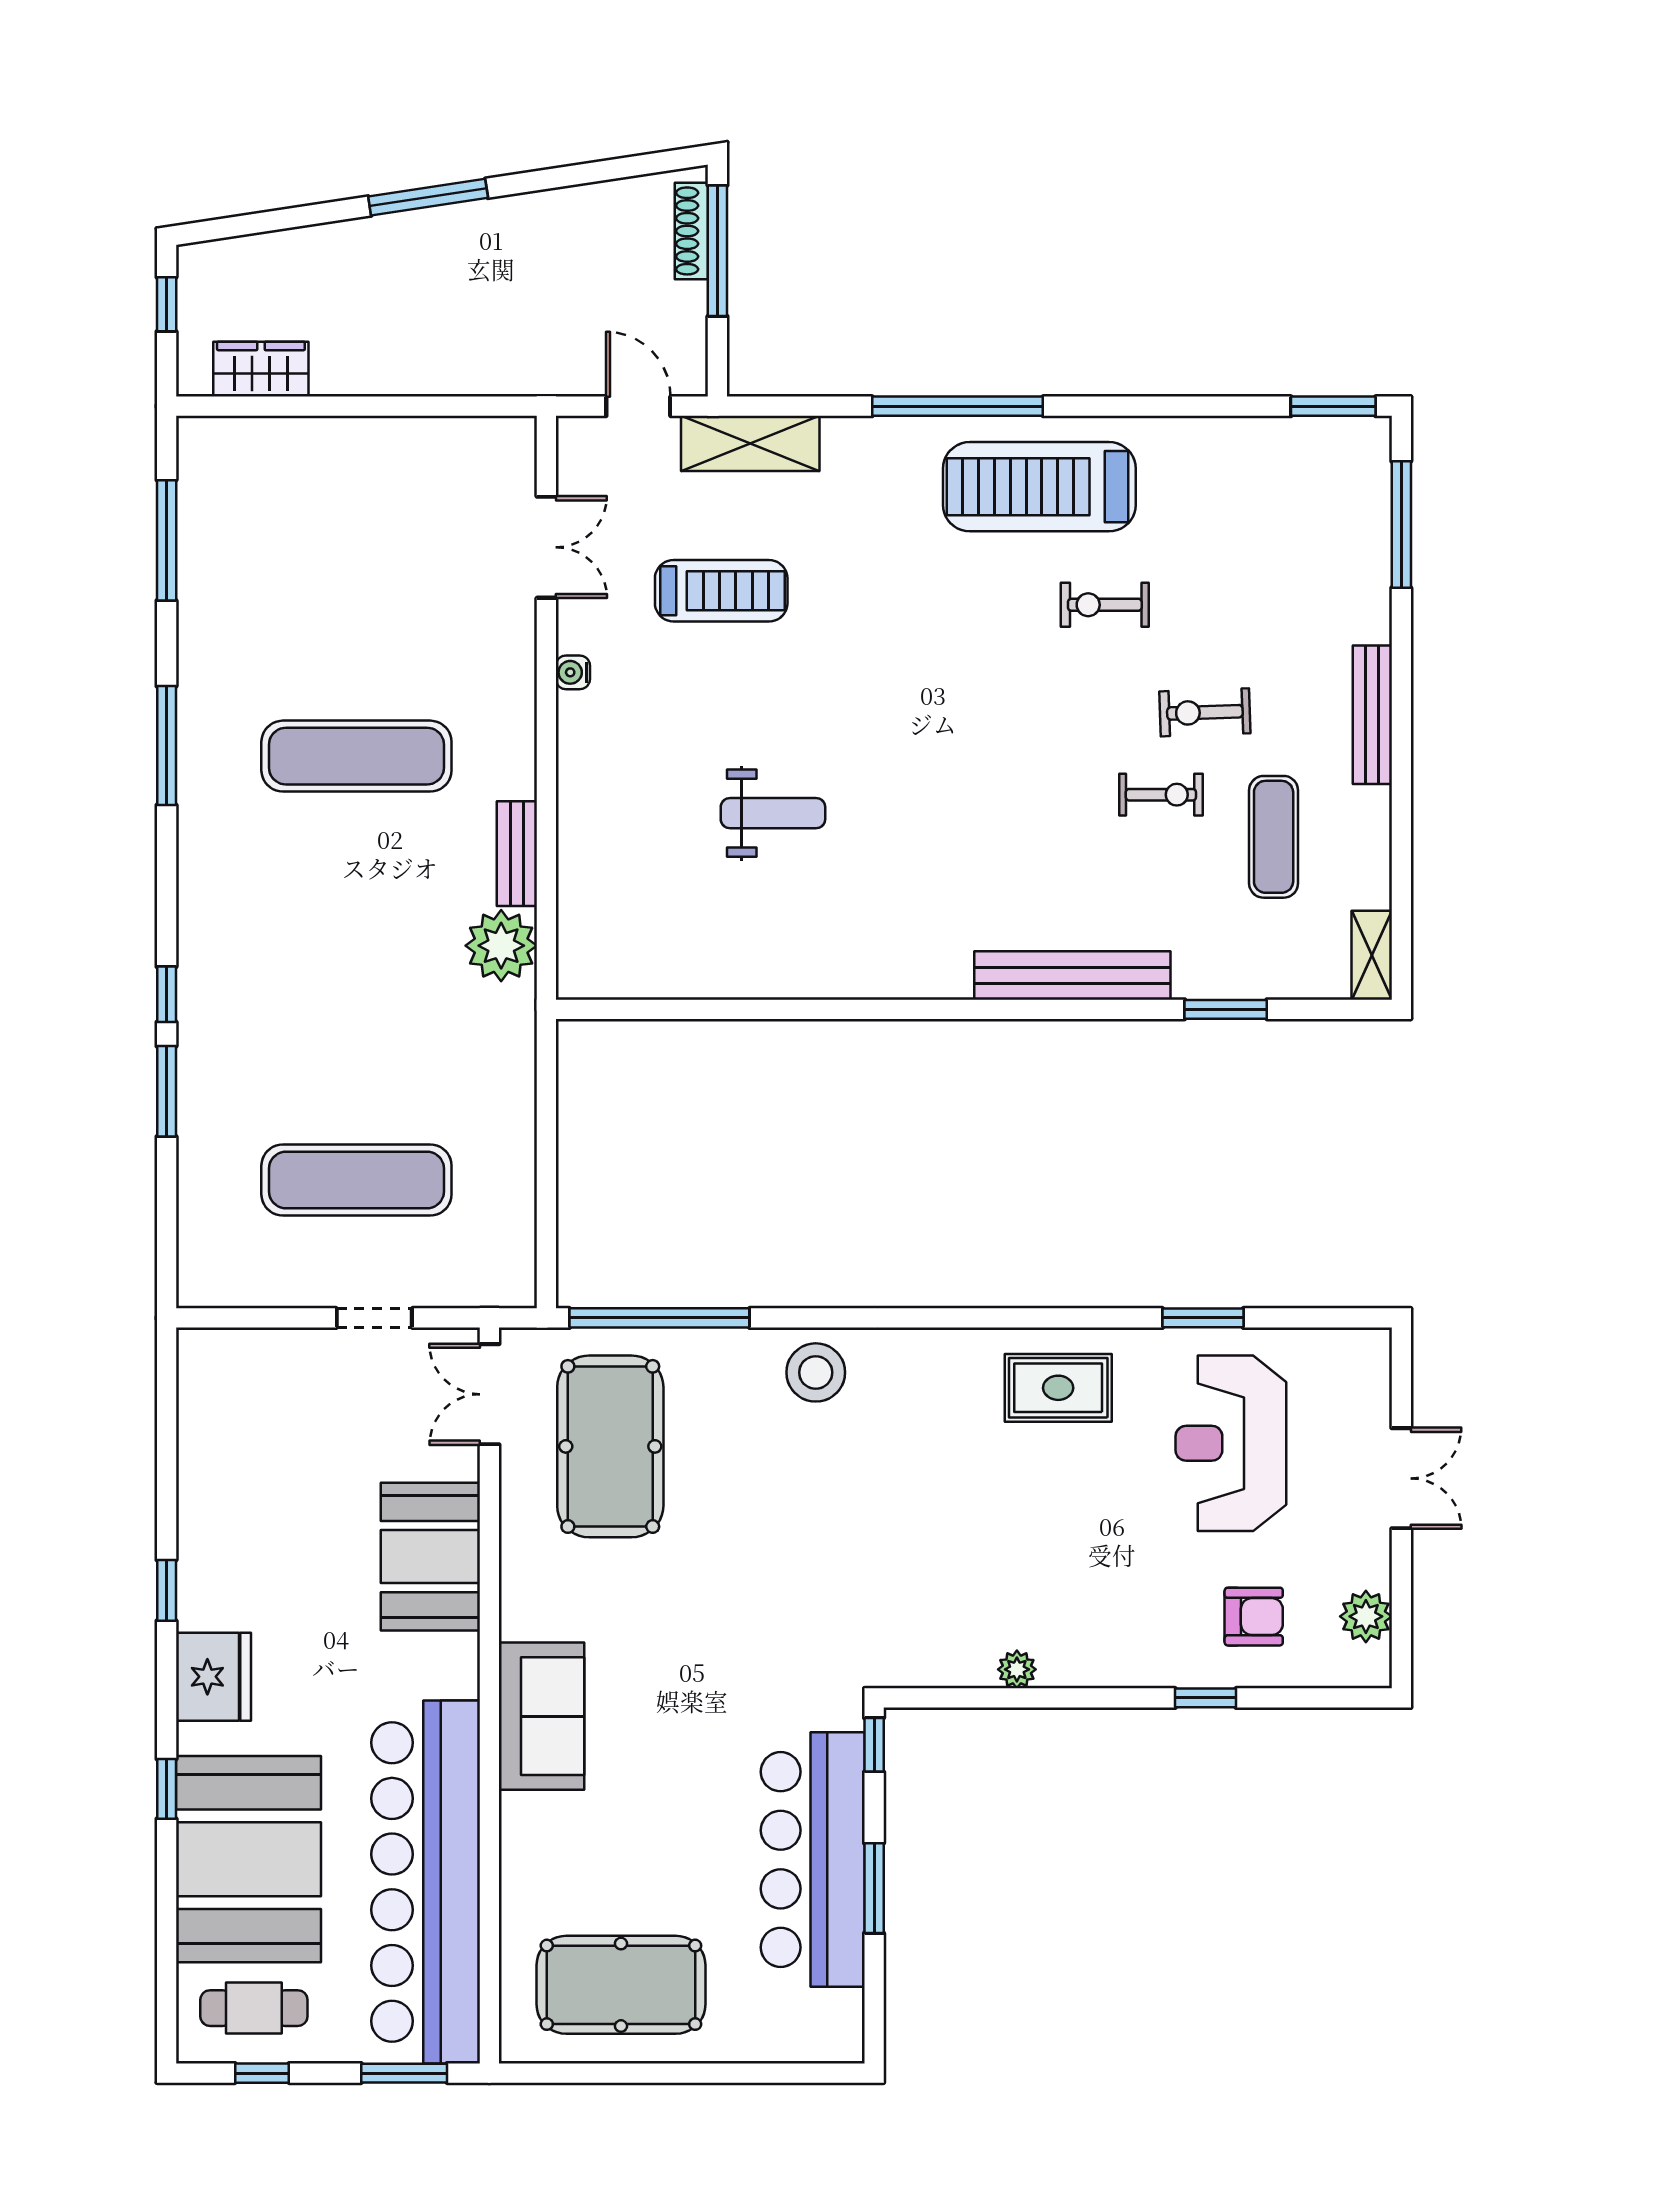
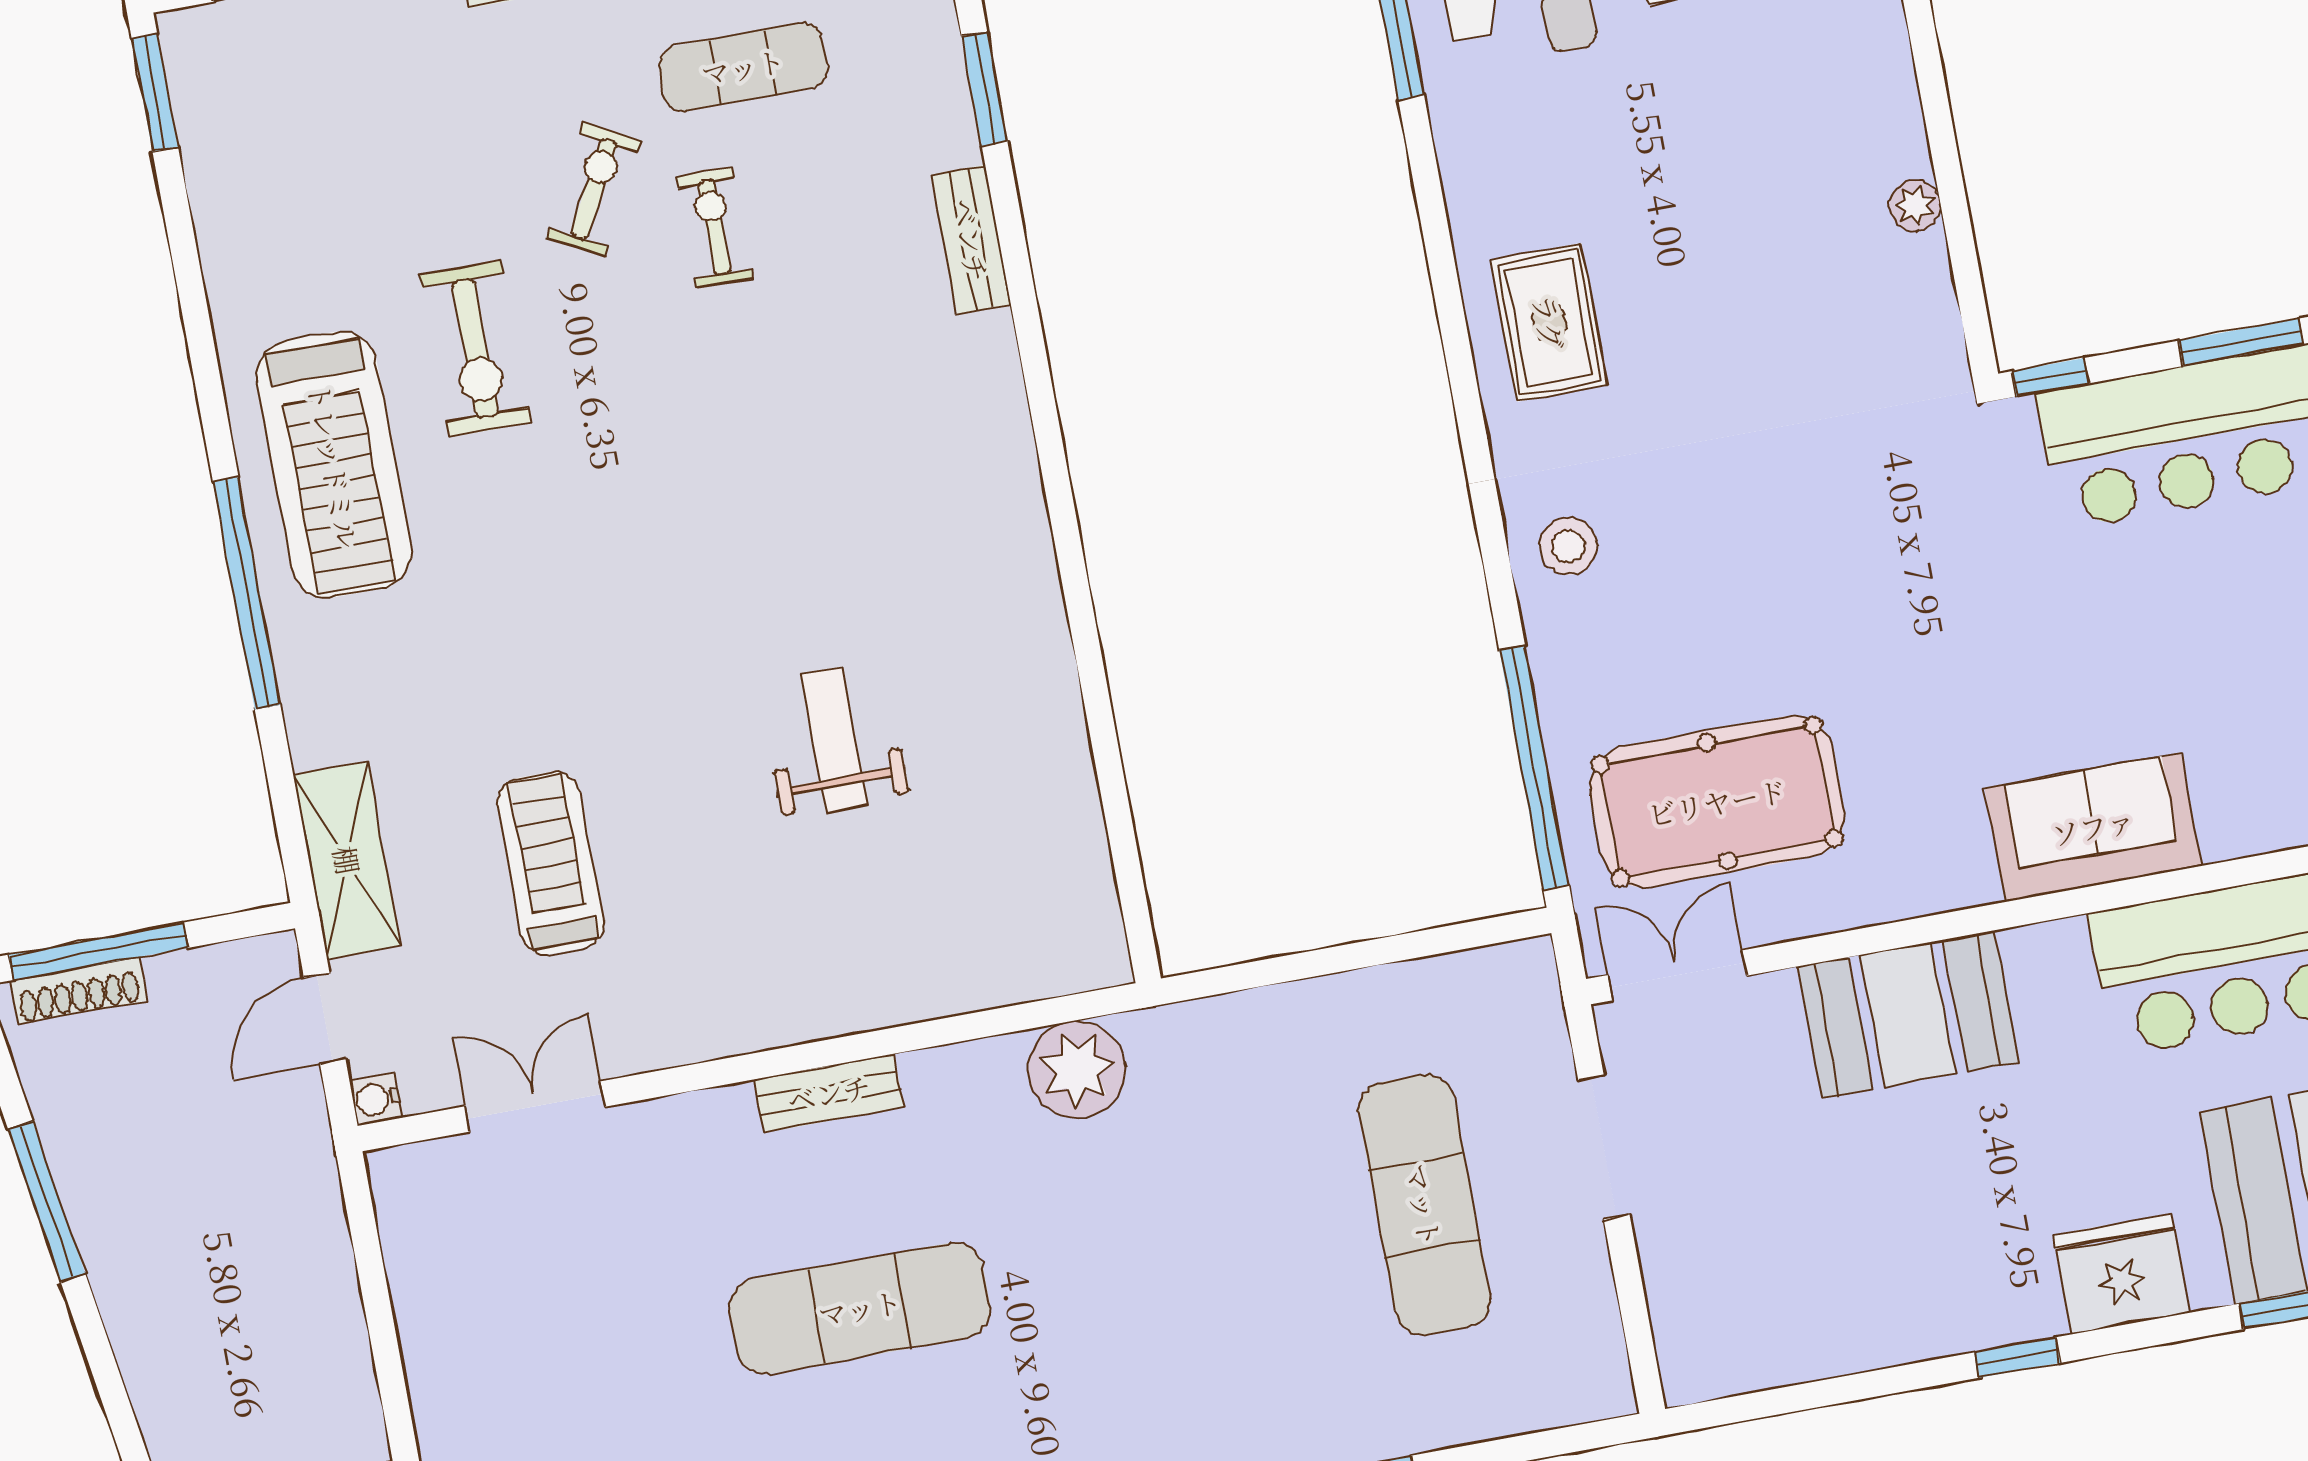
window: (428, 197) -> (47, 1201), moved
exercise bike: (1105, 605) -> (475, 349), width x1.38, depth x1.39
water cooler: (573, 672) -> (376, 1099), moved, turned 90
exercise bike: (1205, 712) -> (594, 189), turned -150
exercise mat: (356, 756) -> (860, 1308), turned 90
bench: (517, 854) -> (829, 1093), moved
bench: (1072, 975) -> (971, 240), width x0.54, depth x0.82
doorway: (374, 1318) -> (1604, 1147), width x1.38
stool: (816, 1372) -> (1568, 546), width x0.73, depth x0.73
rug: (1058, 1388) -> (1549, 322), moved
double door: (489, 1394) -> (1677, 975), swing flipped

